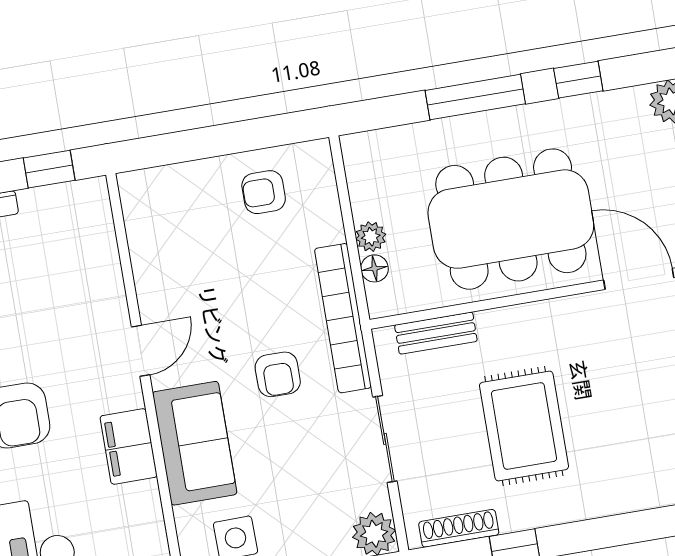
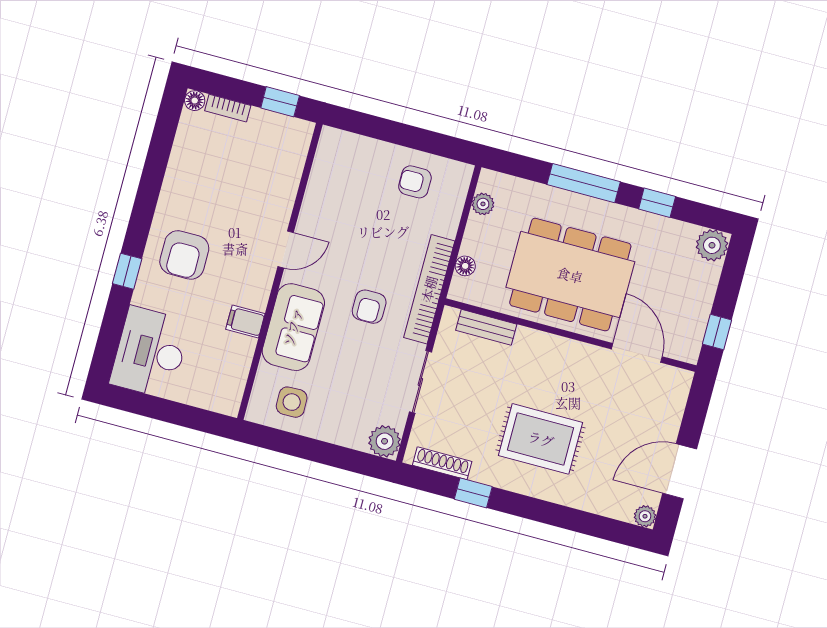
plant: (371, 237) -> (483, 204), moved
rug: (524, 426) -> (541, 439), moved, turned 90
filing cabinet: (129, 446) -> (245, 322), width x0.50

